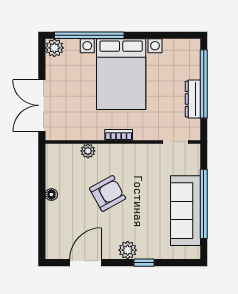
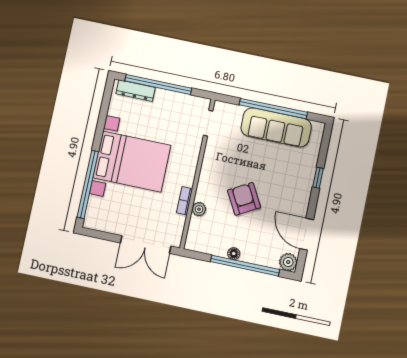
plant: (54, 48) -> (93, 220), removed
dresser: (193, 99) -> (136, 91), moved
bookcase: (119, 135) -> (184, 201), moved
window: (42, 208) -> (245, 266), added
plant: (128, 250) -> (288, 262), moved

